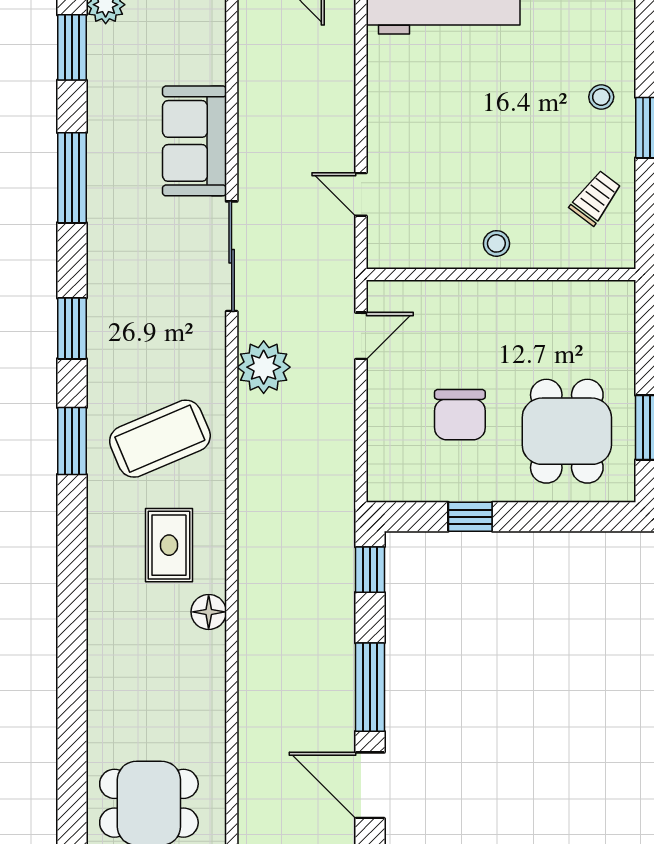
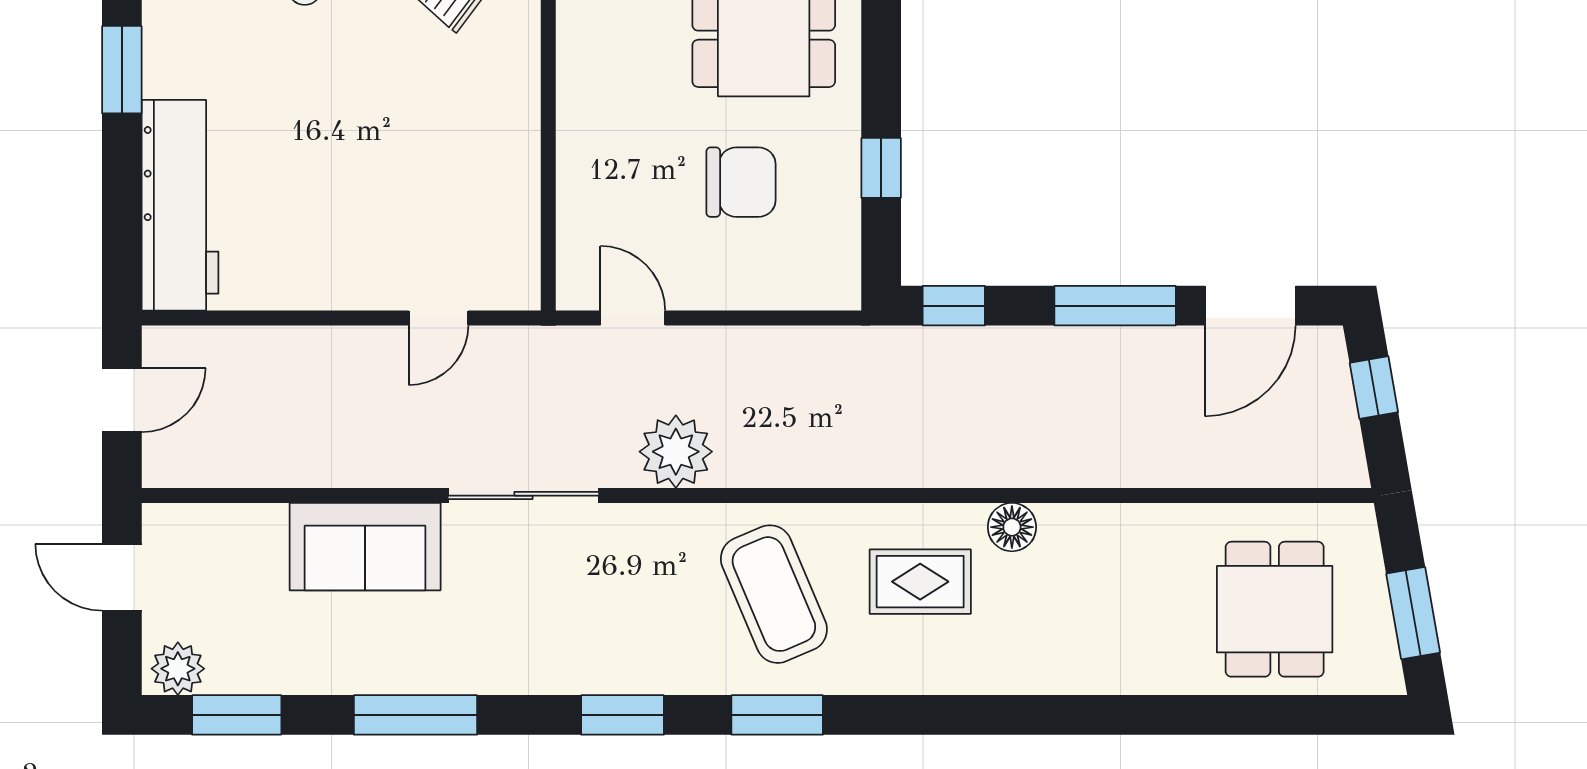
stool: (496, 243) -> (506, 132), removed

